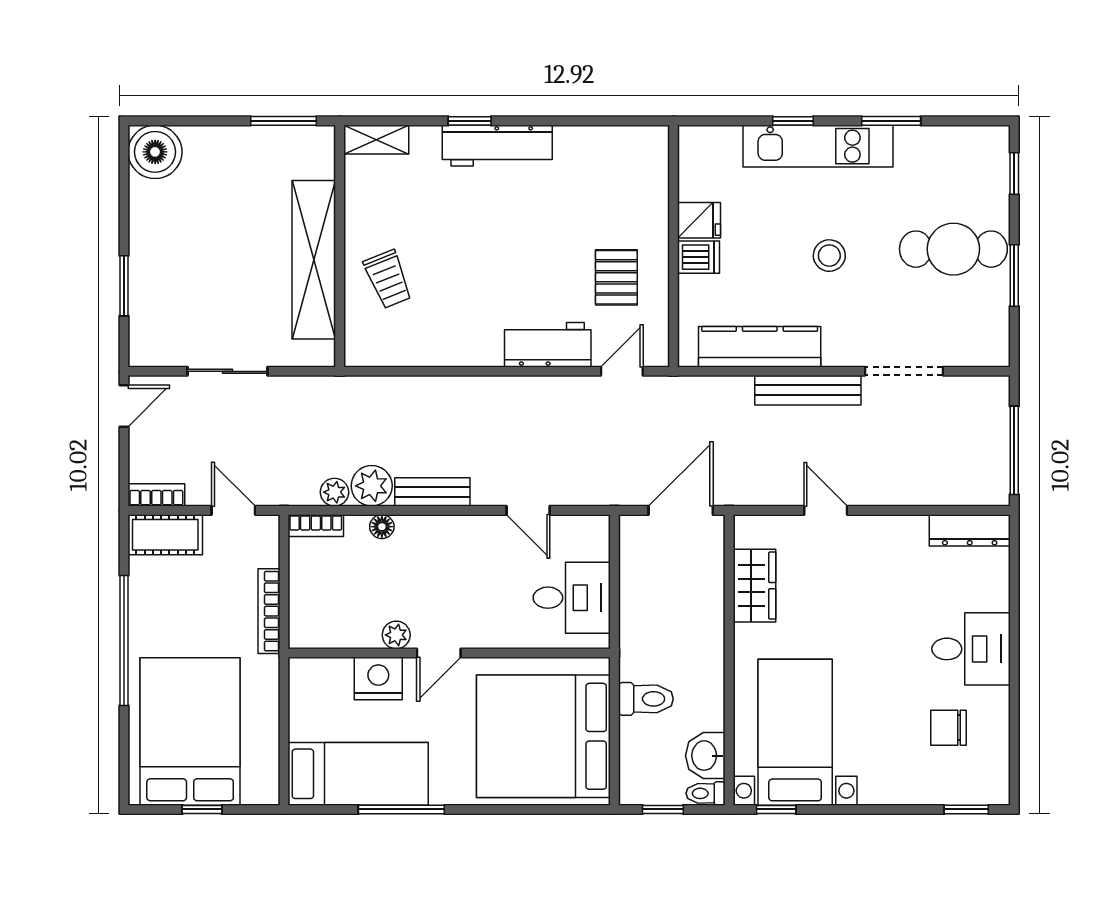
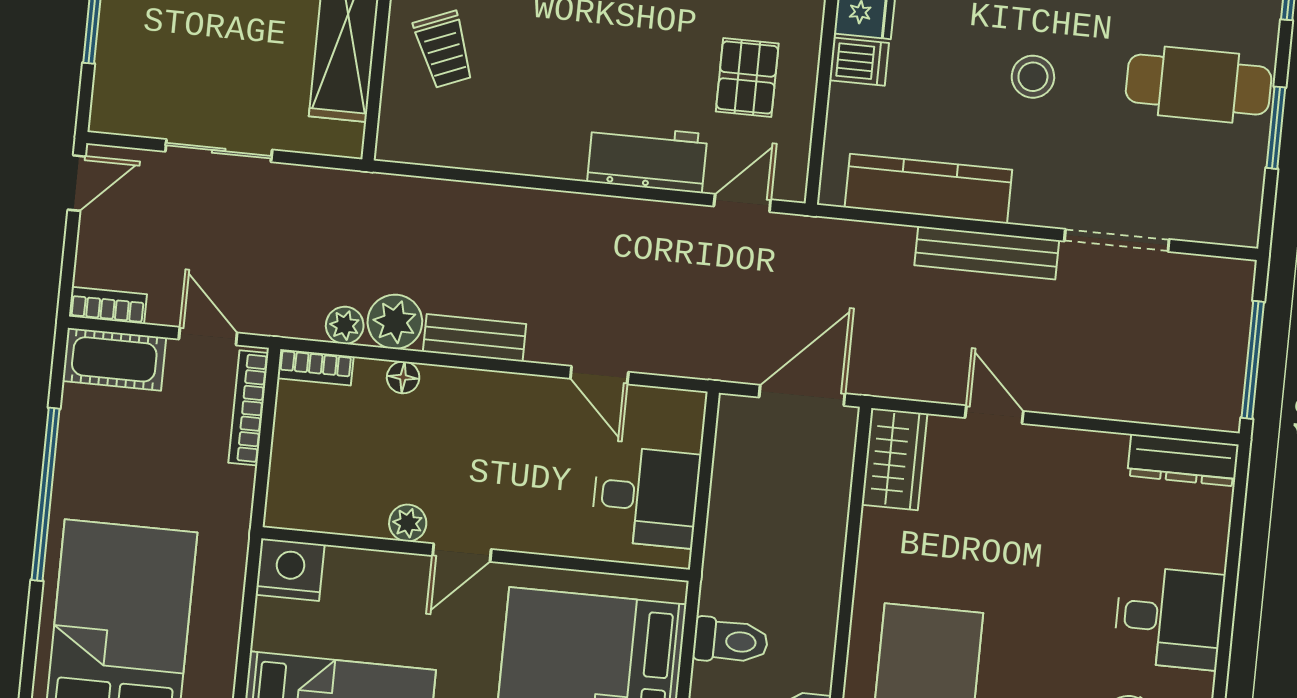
wardrobe: (754, 586) -> (894, 459), moved
bookcase: (269, 611) -> (249, 408), moved
nightstand: (378, 679) -> (290, 570), moved

